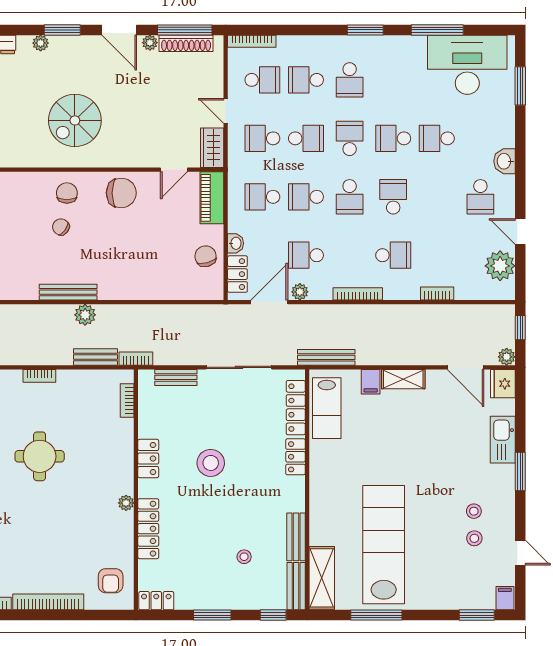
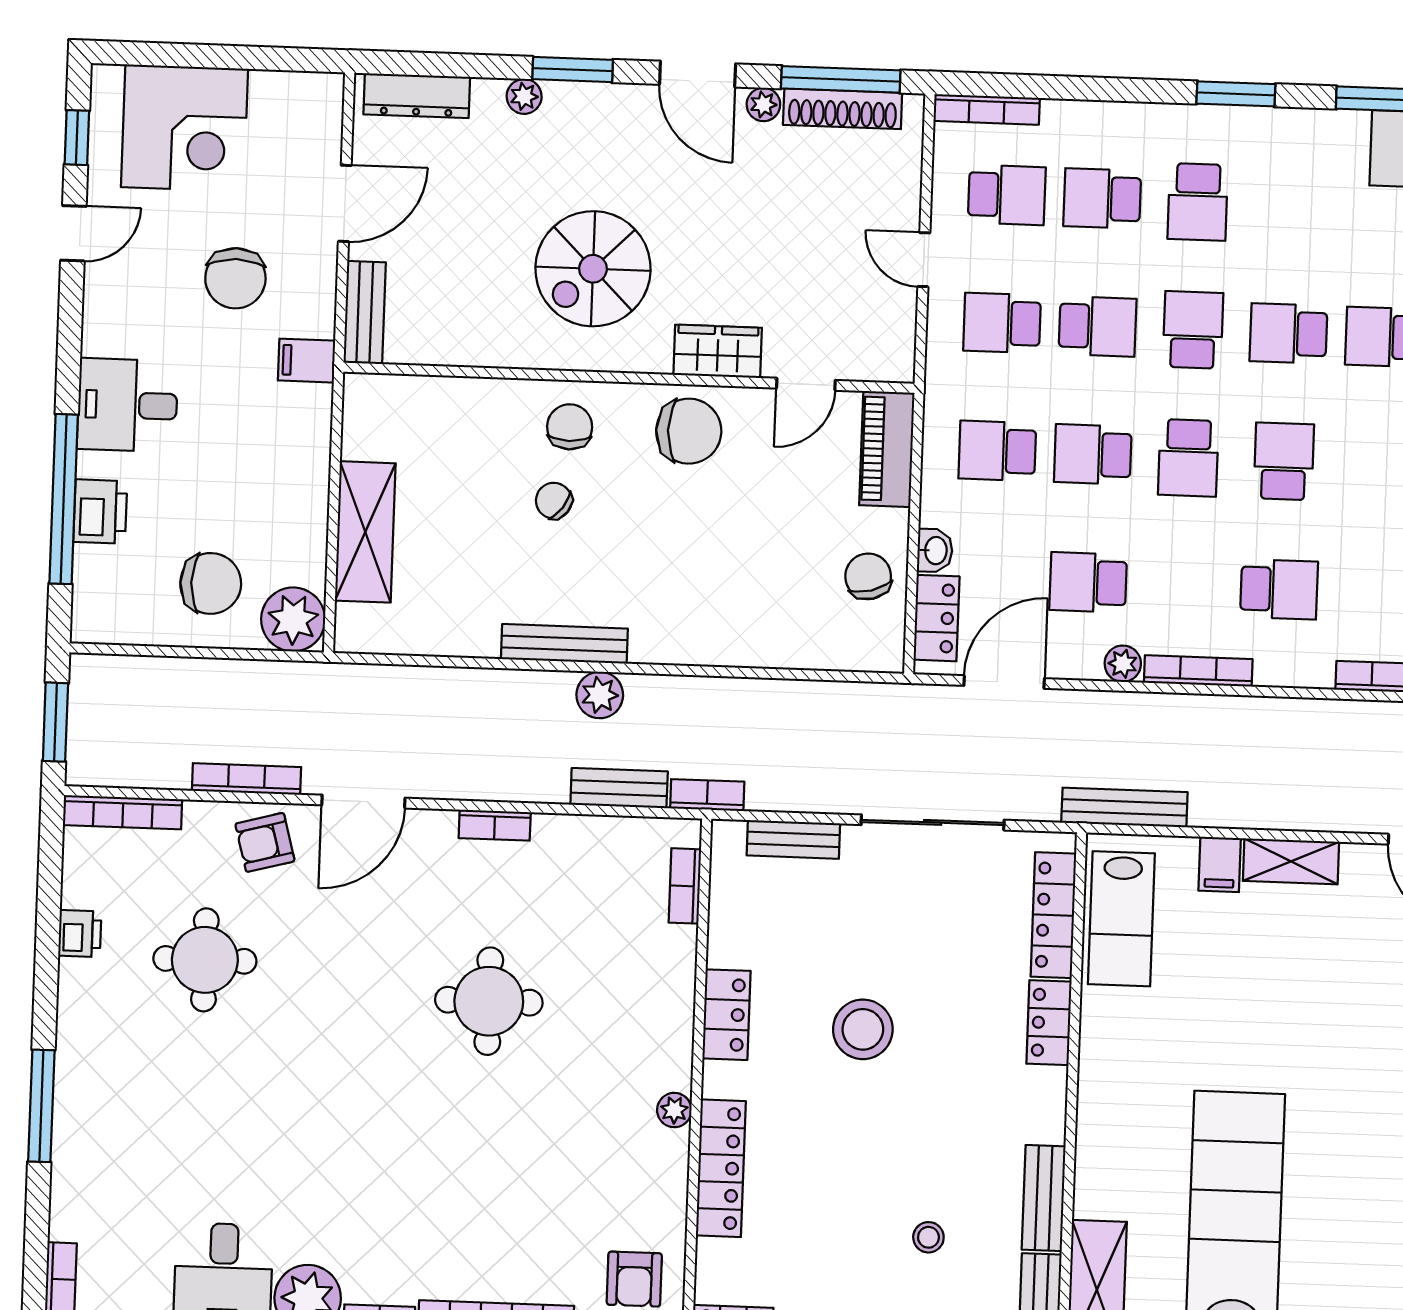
wardrobe: (212, 148) -> (718, 351), moved, turned 90
plant: (300, 292) -> (1123, 664), moved

